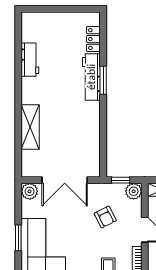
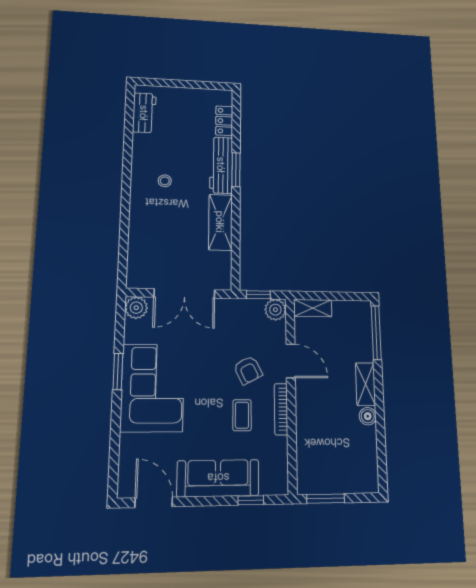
workbench: (30, 60) -> (144, 113), moved
stool: (48, 92) -> (165, 181), added
shelving: (30, 127) -> (220, 222), moved
armchair: (105, 217) -> (248, 370), moved

